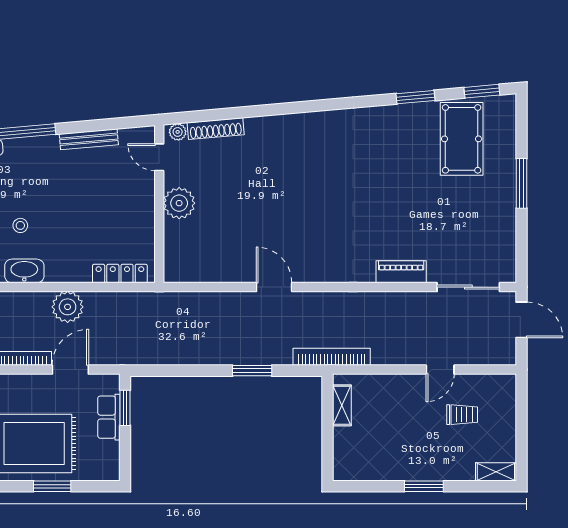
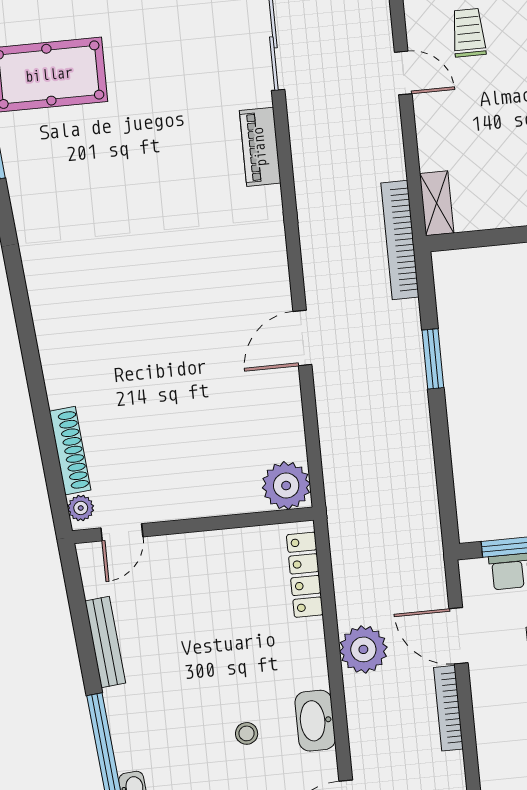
plant: (179, 203) -> (286, 486), moved
shelving: (342, 405) -> (437, 203), moved, turned 90

